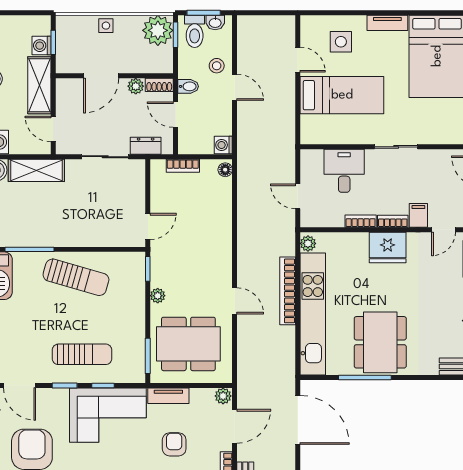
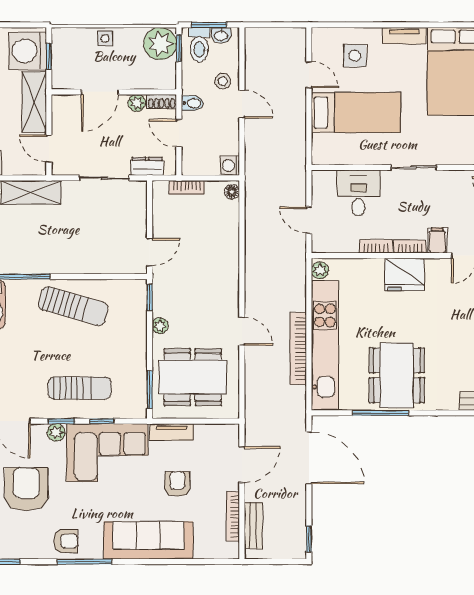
washing machine: (41, 46) -> (28, 51), width x1.89, depth x1.89
bookcase: (288, 291) -> (298, 349), moved
plant: (223, 396) -> (56, 432), moved

